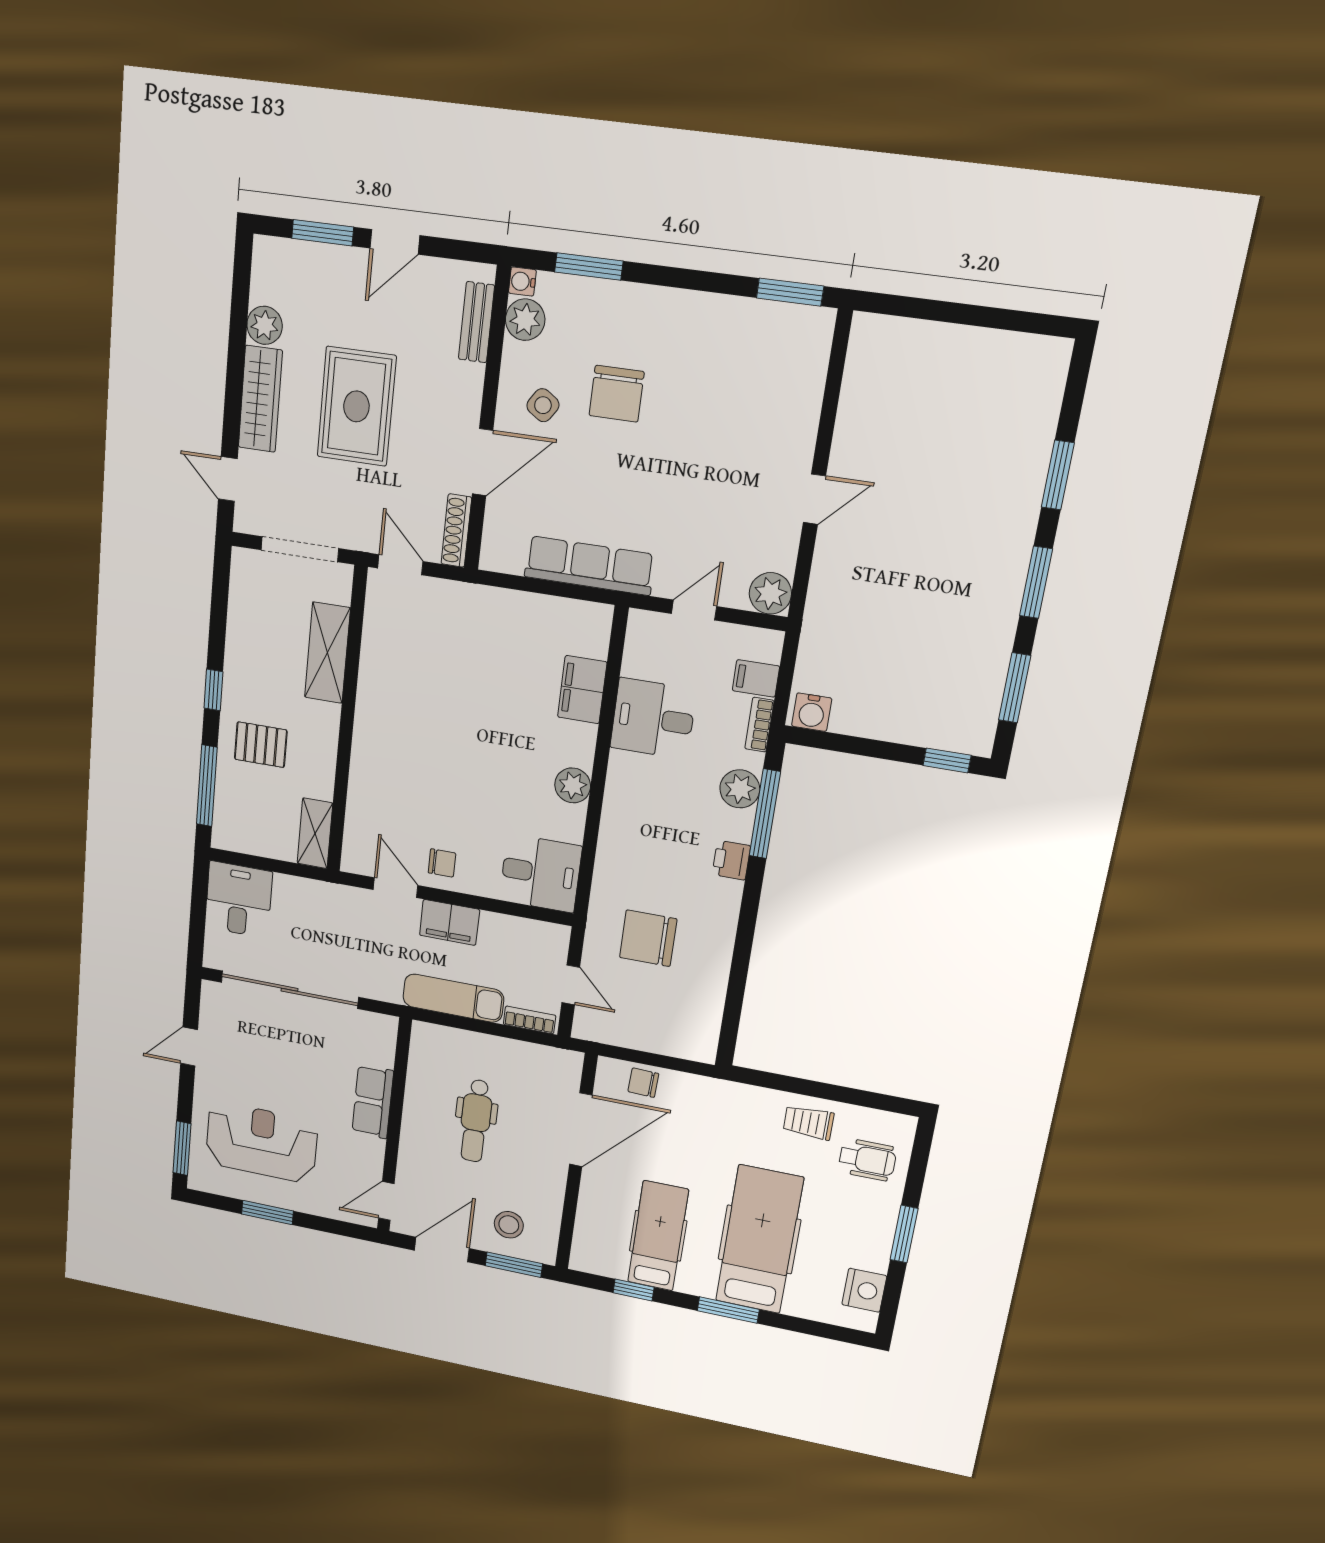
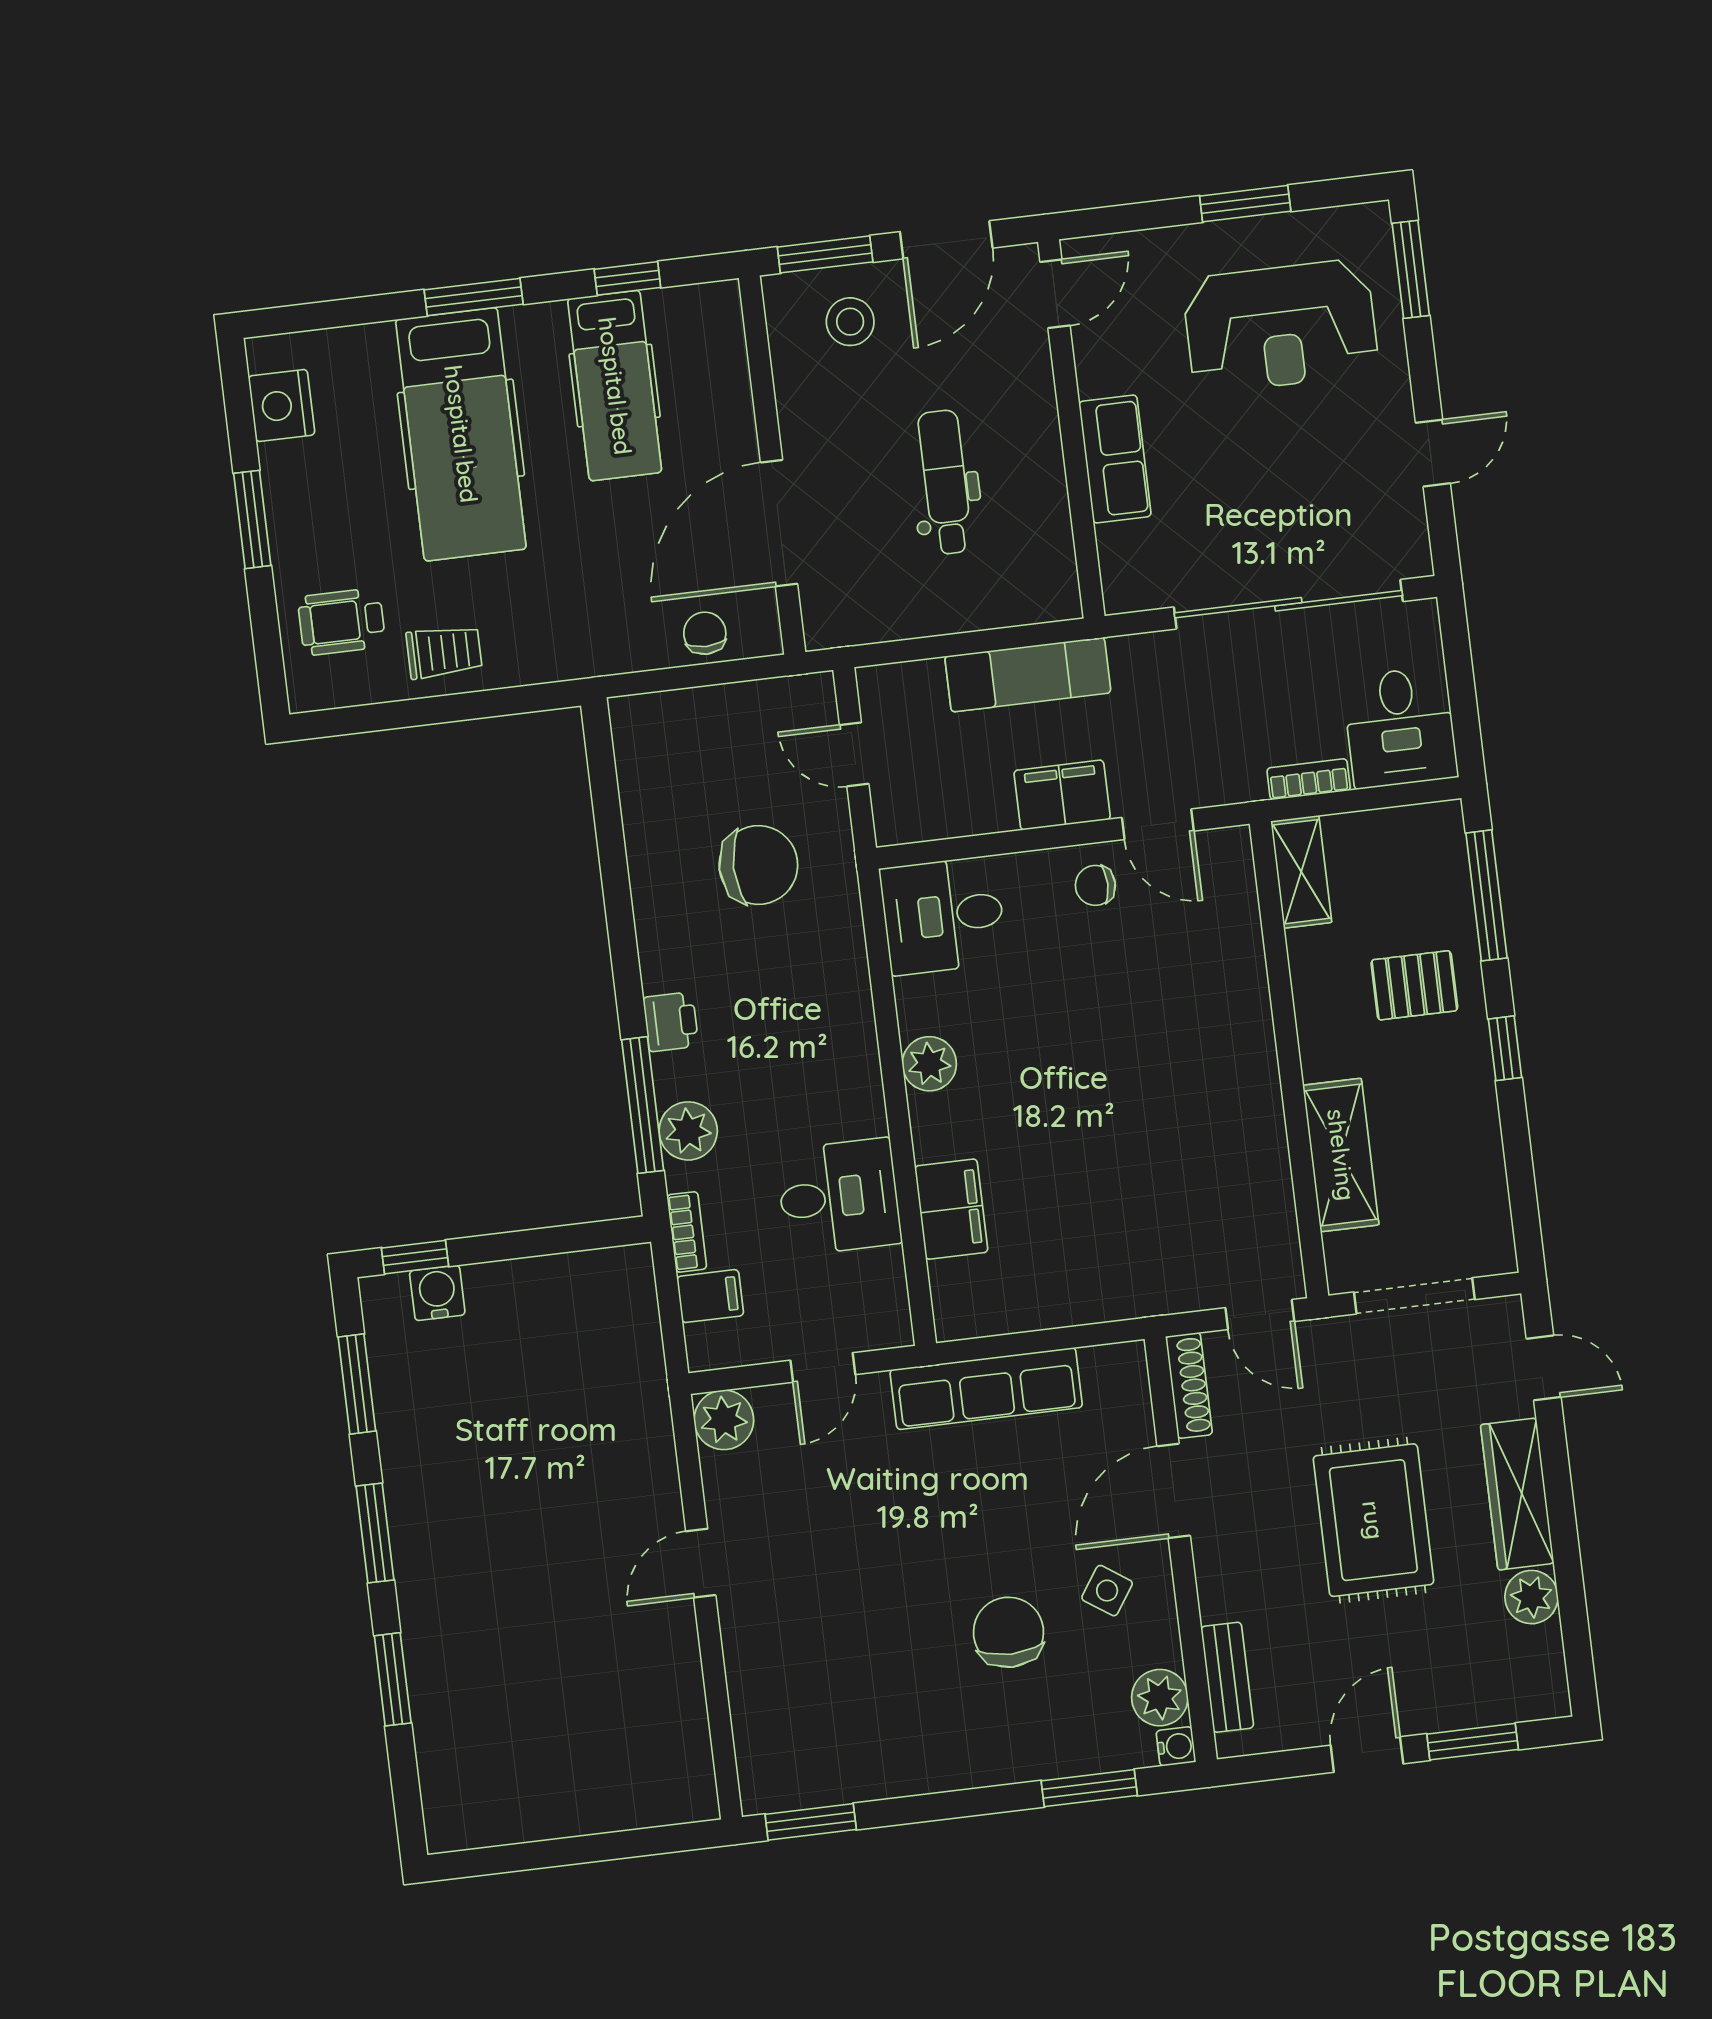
water cooler: (812, 712) -> (437, 1293), moved
bookcase: (530, 1020) -> (1309, 779), moved, turned 180
chair: (643, 1083) -> (705, 633), turned -92

